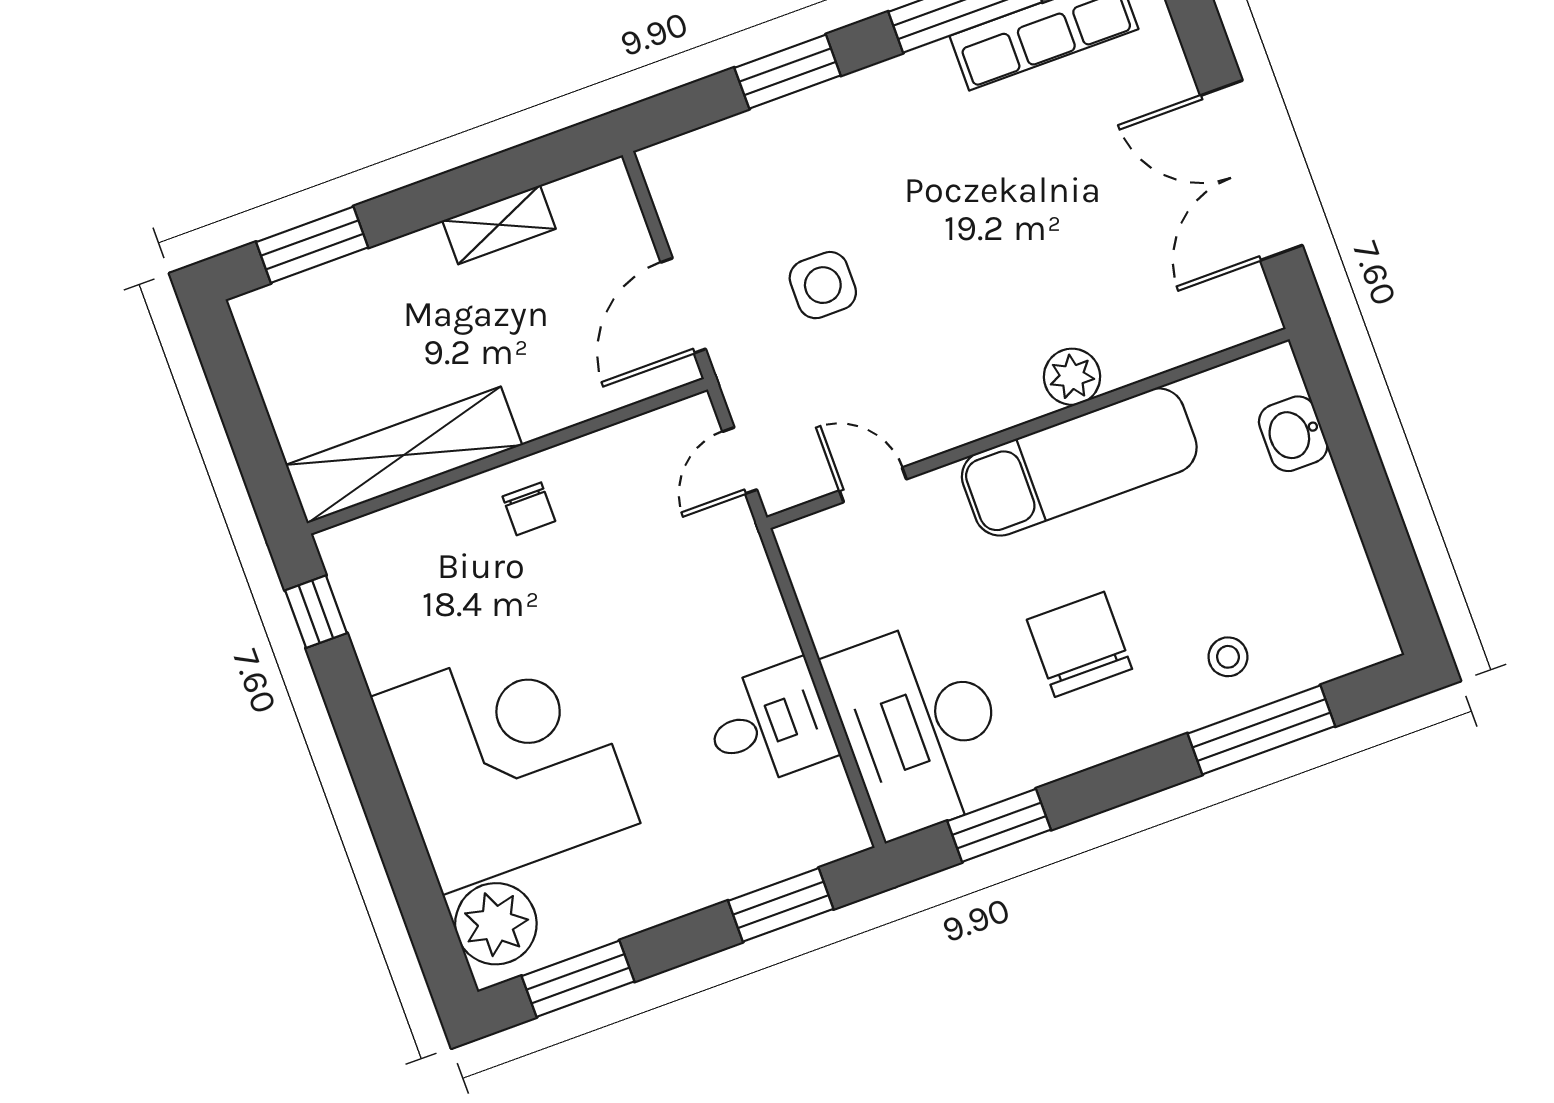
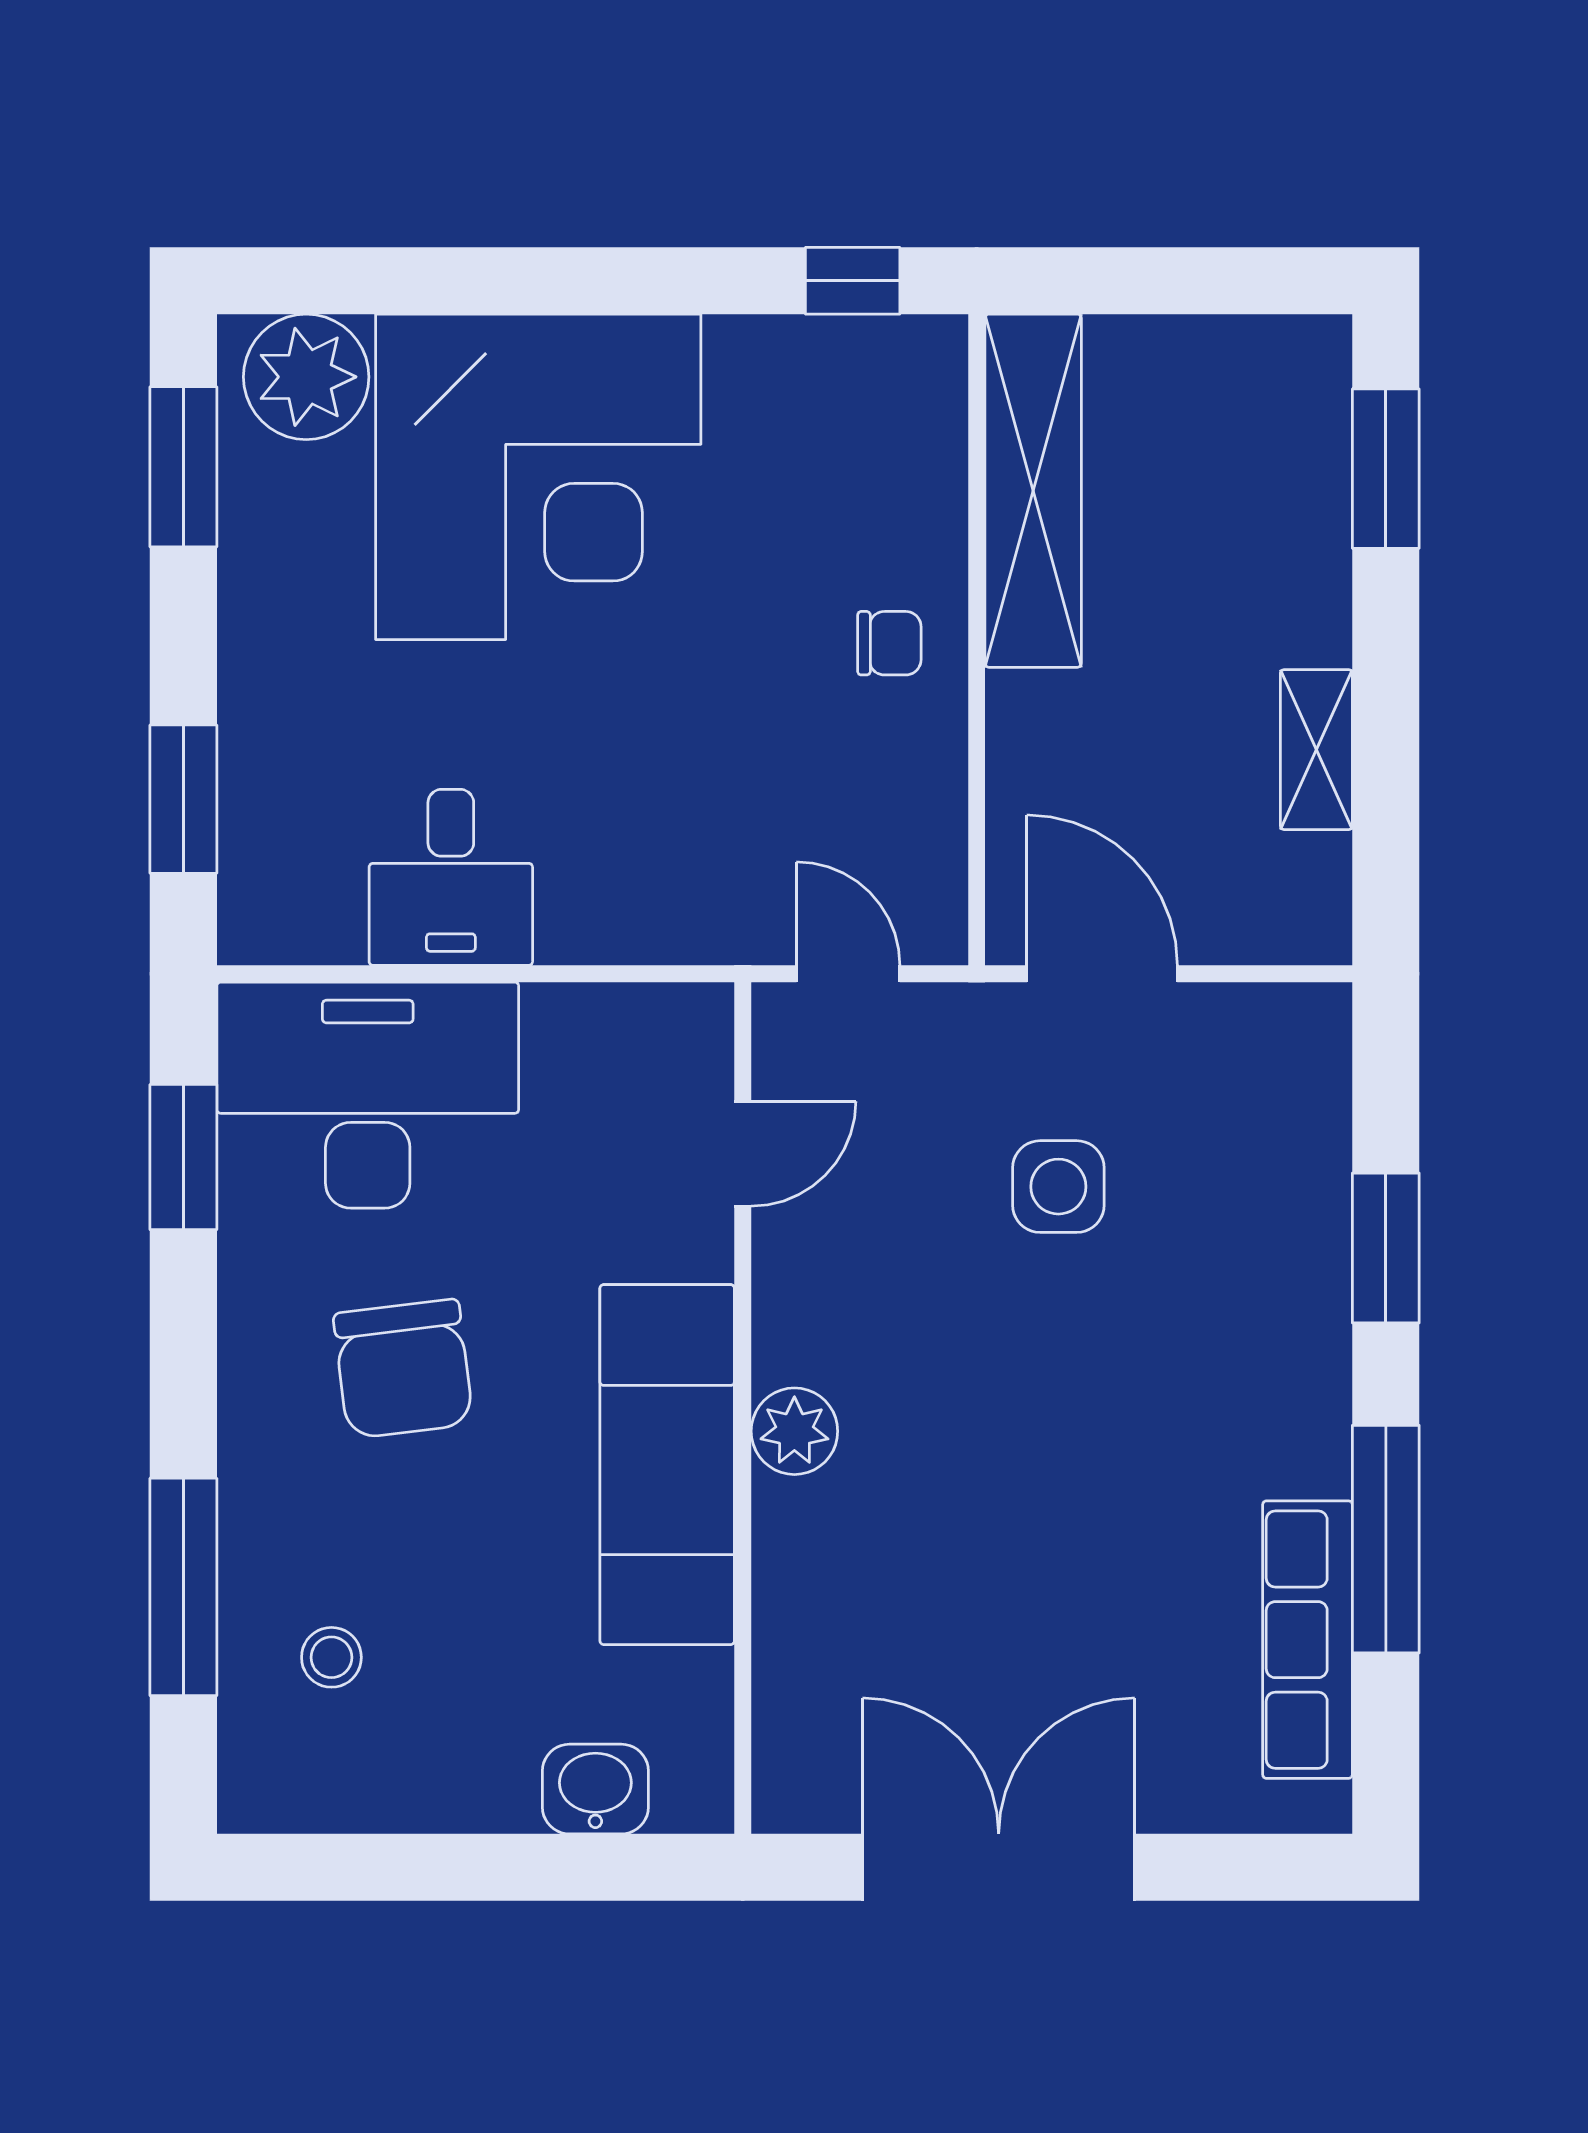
plant: (1072, 377) -> (794, 1431), moved
chair: (529, 509) -> (889, 643), turned 180
chair: (1079, 644) -> (403, 1369), turned 83
stool: (1228, 657) -> (331, 1657), moved

